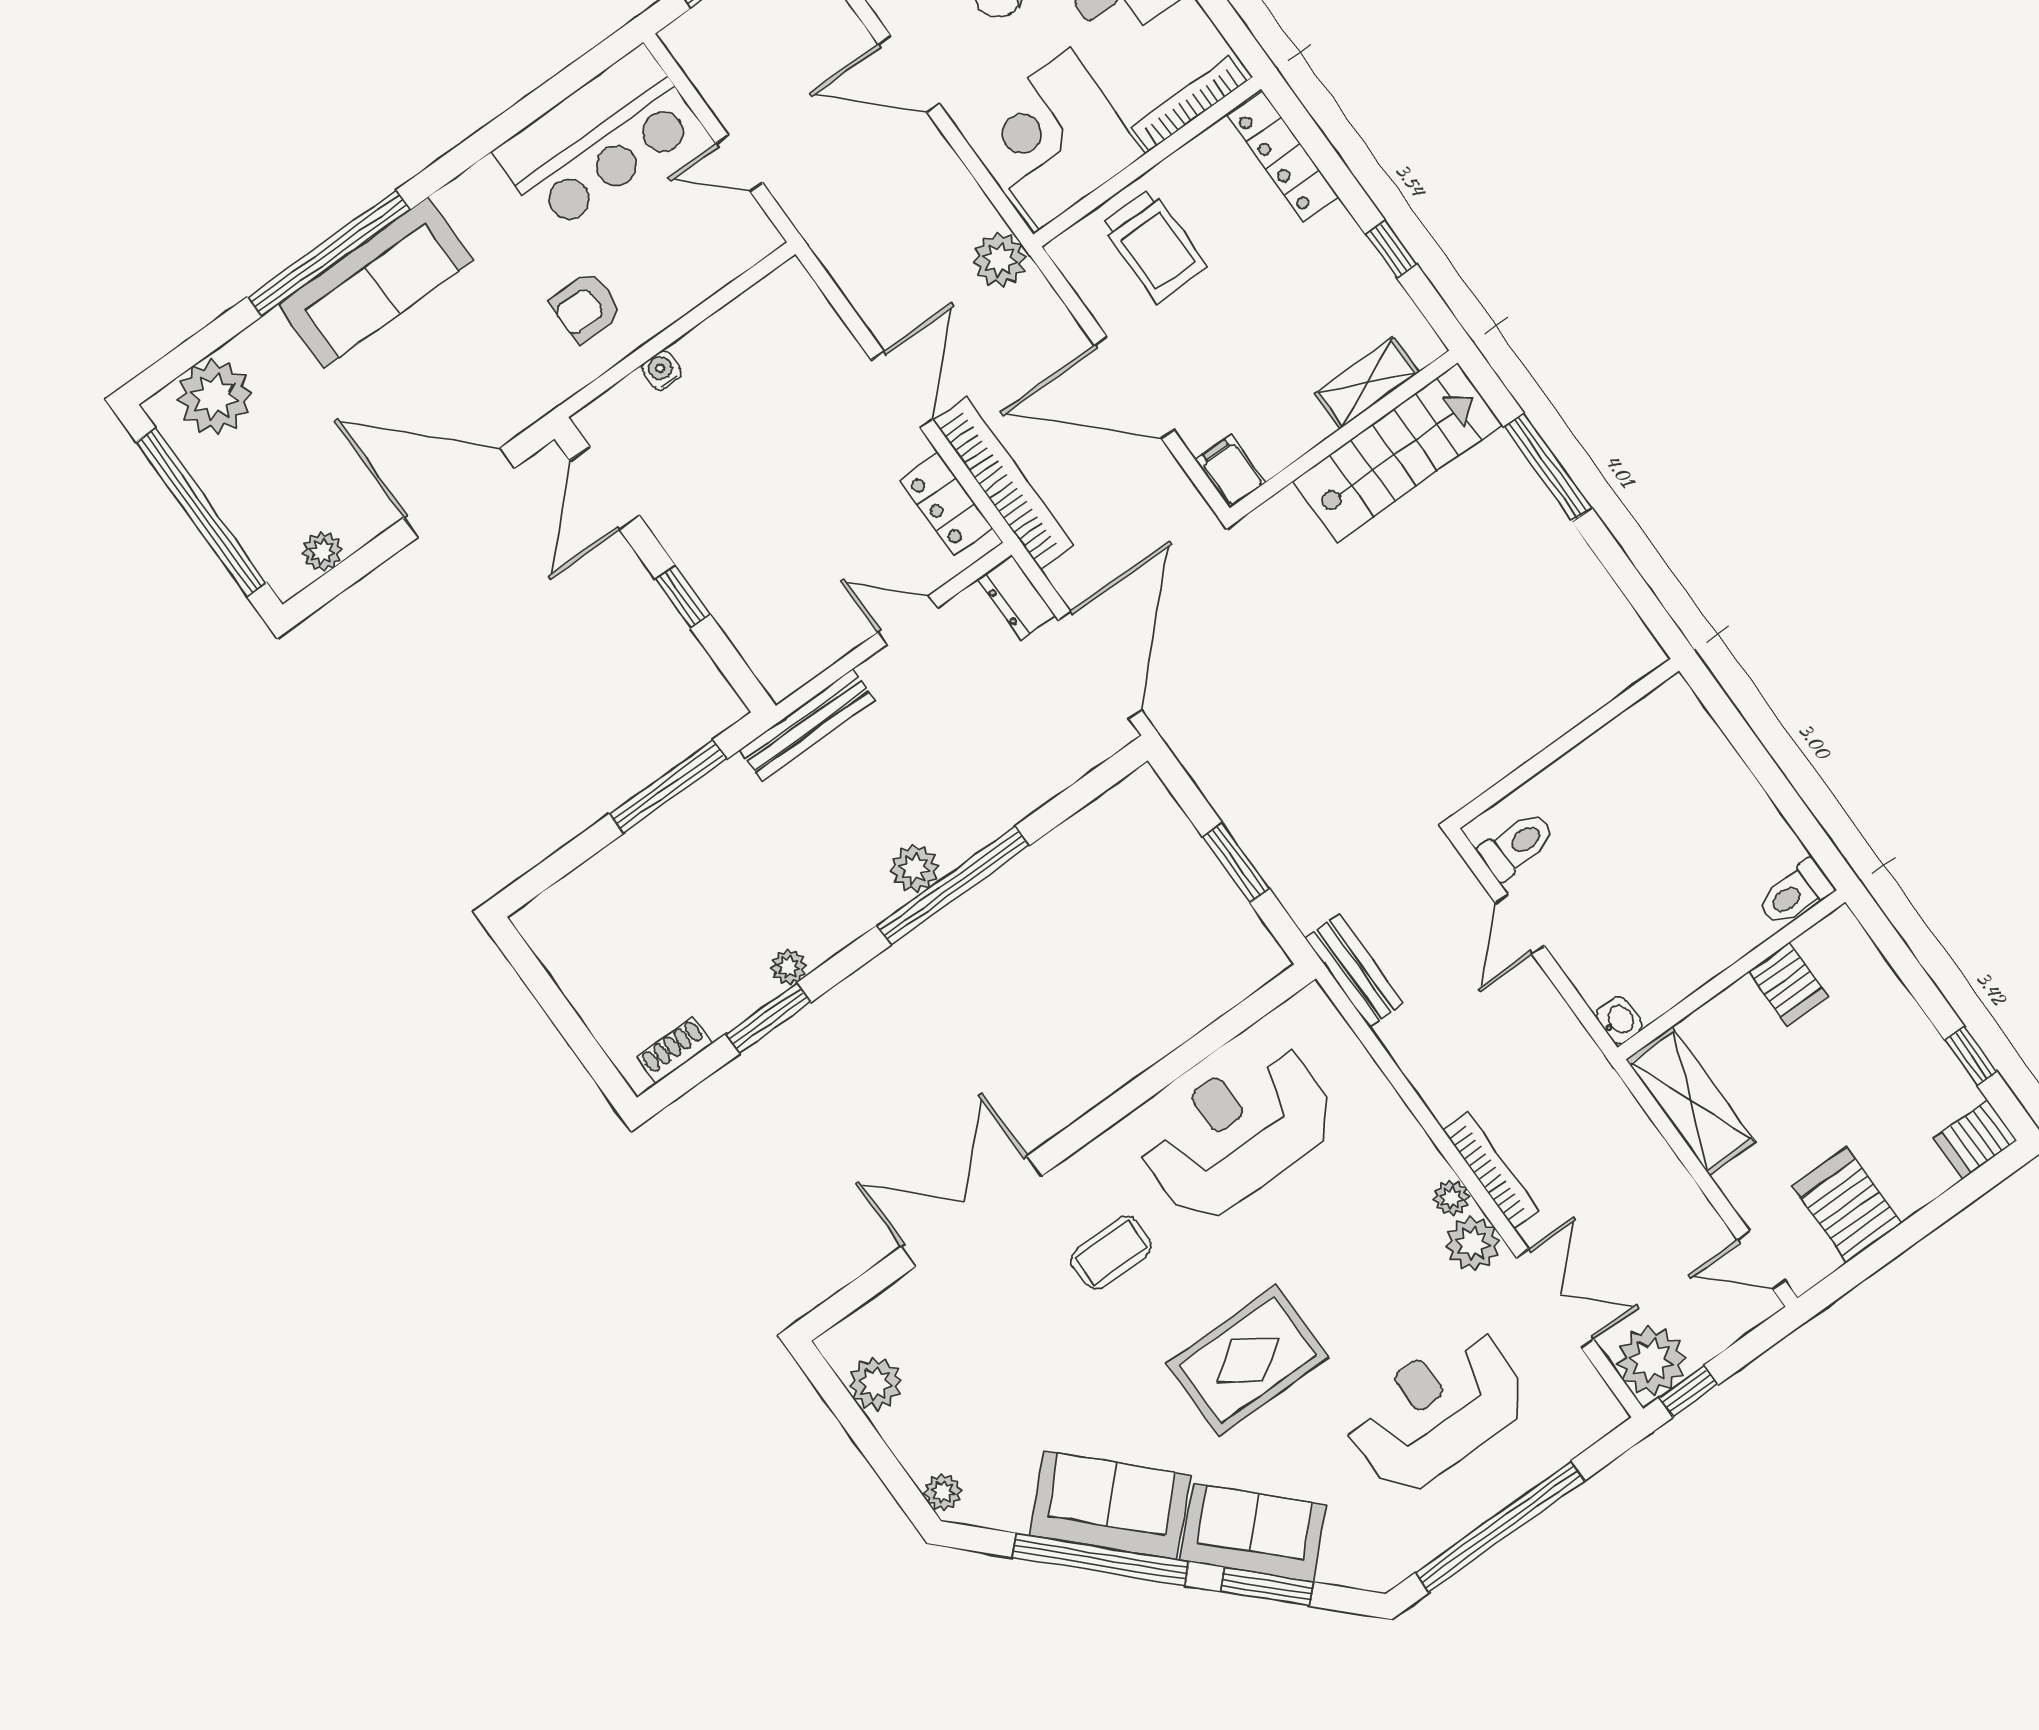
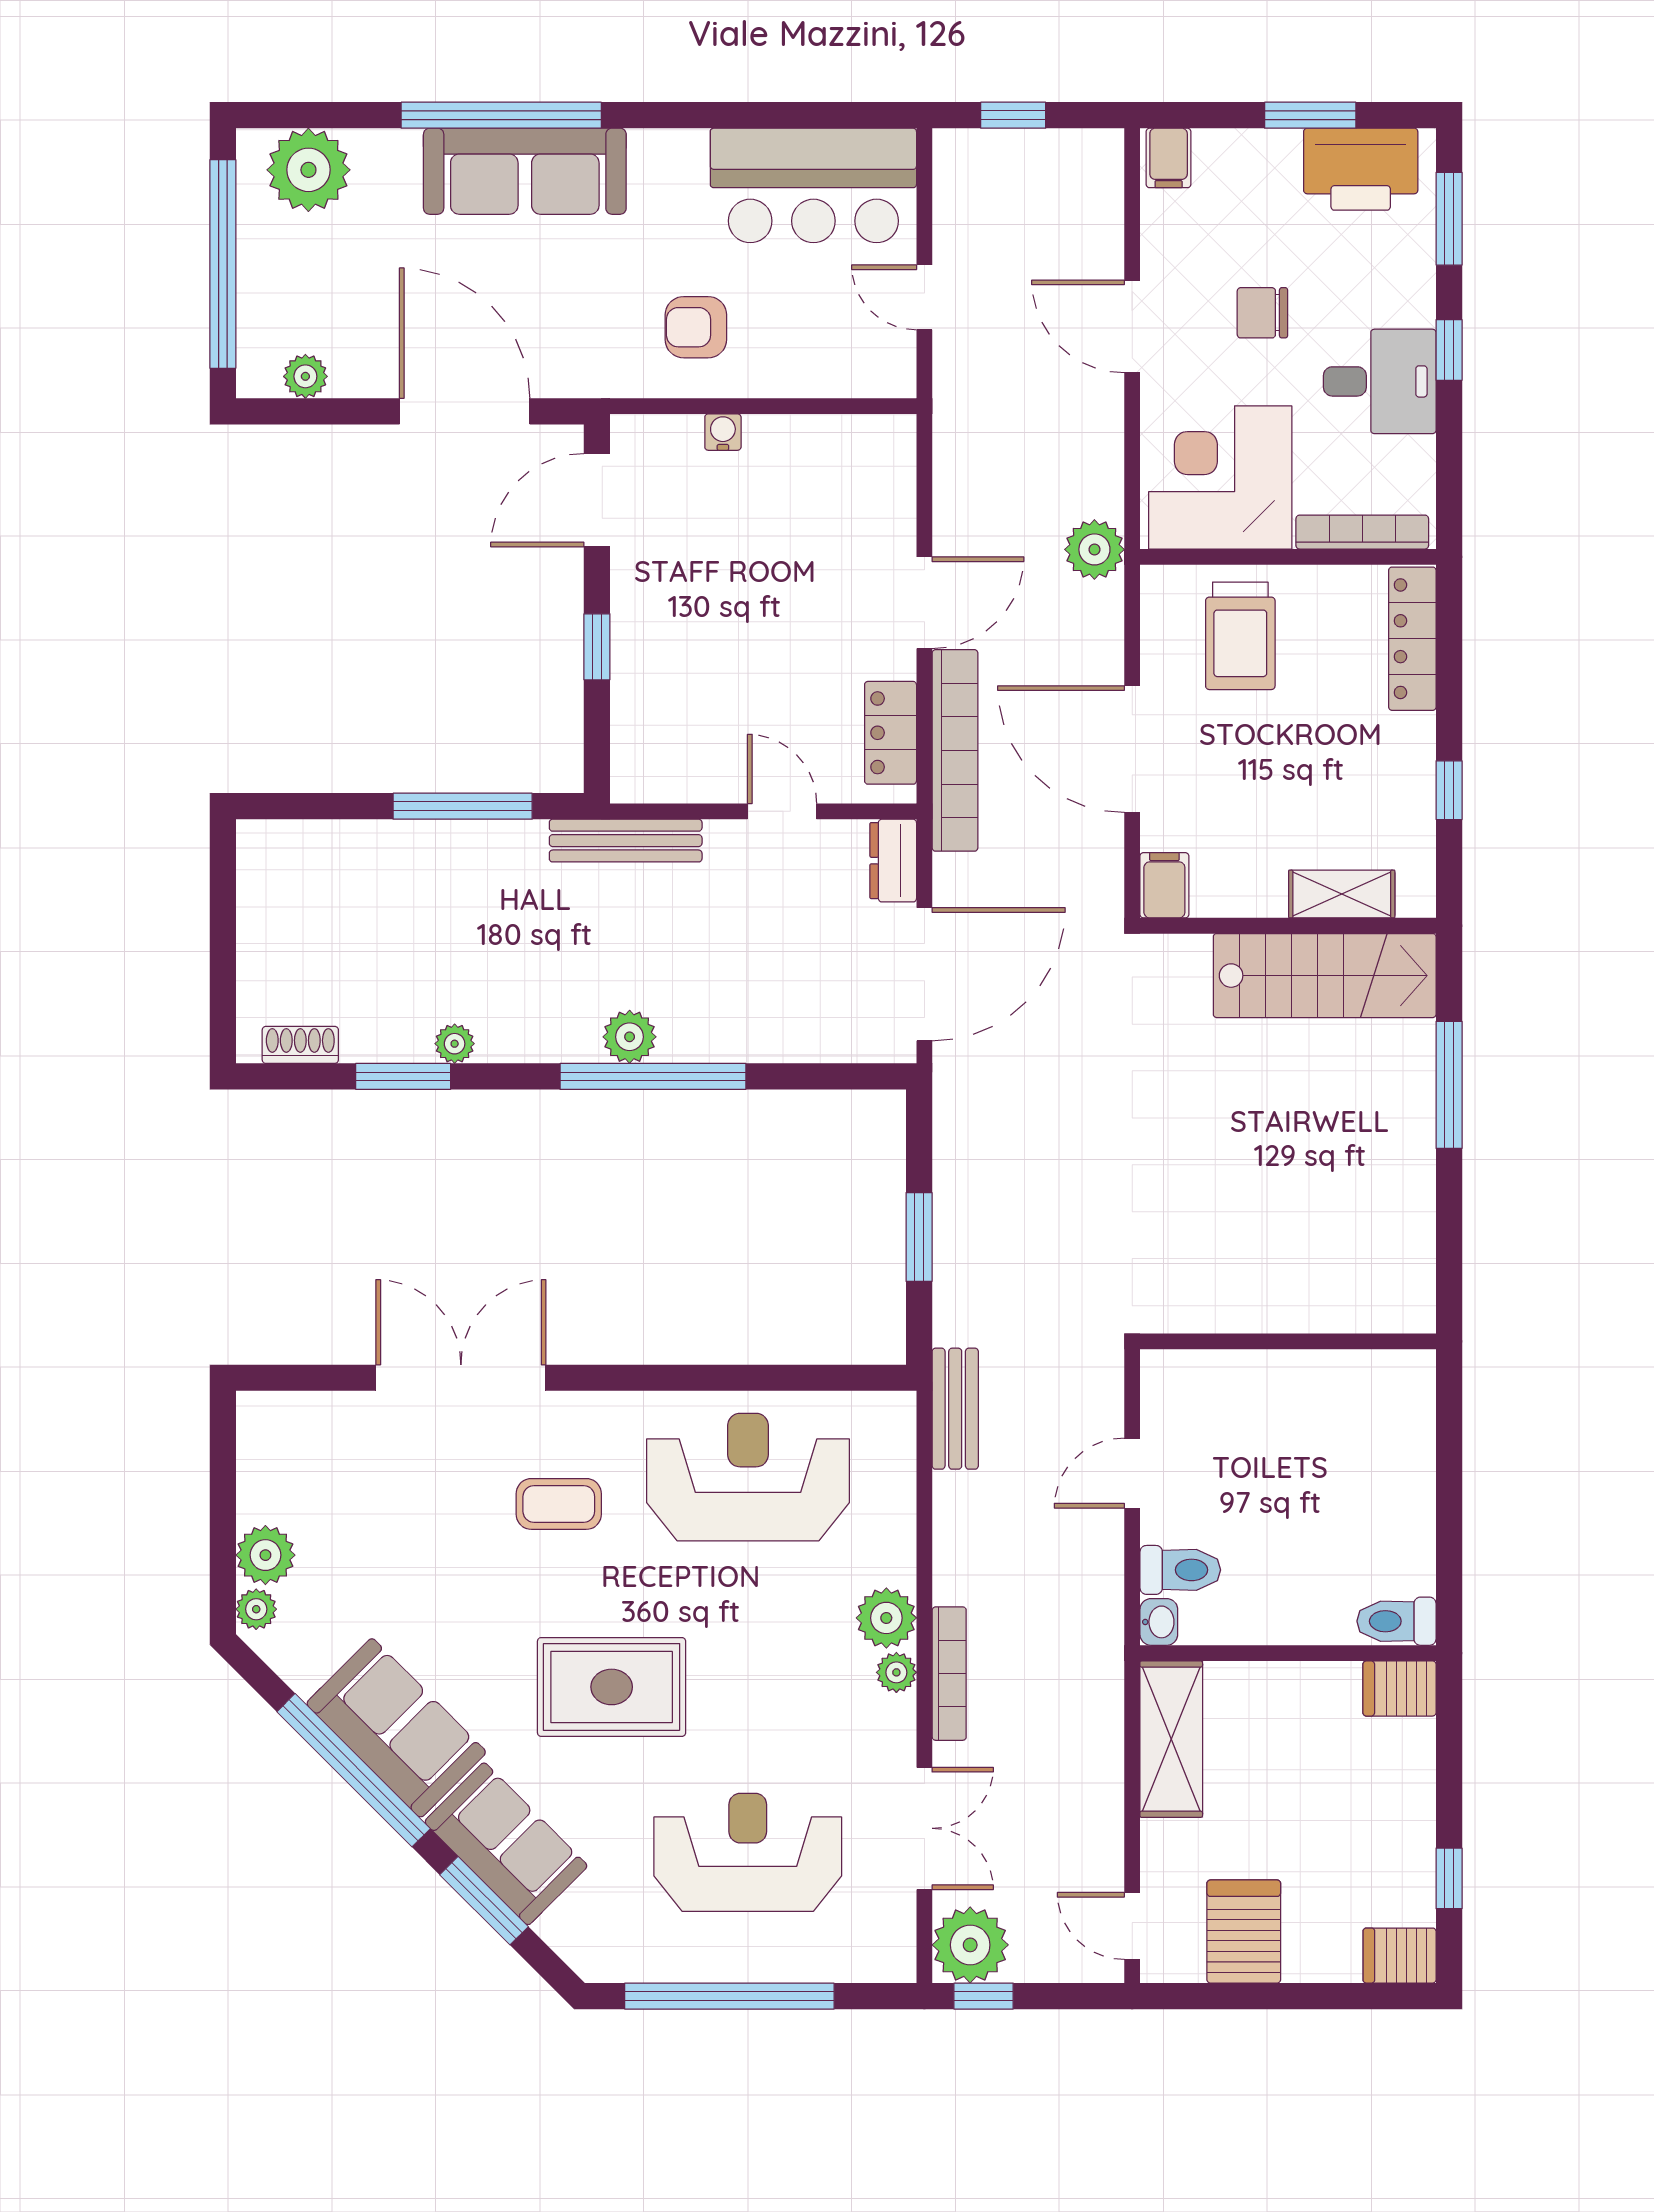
toilet: (1517, 846) -> (1180, 1570), moved
server rack: (1788, 984) -> (1399, 1688), moved, turned 90
plant: (1473, 1243) -> (886, 1618), moved
plant: (875, 1383) -> (265, 1555), moved

